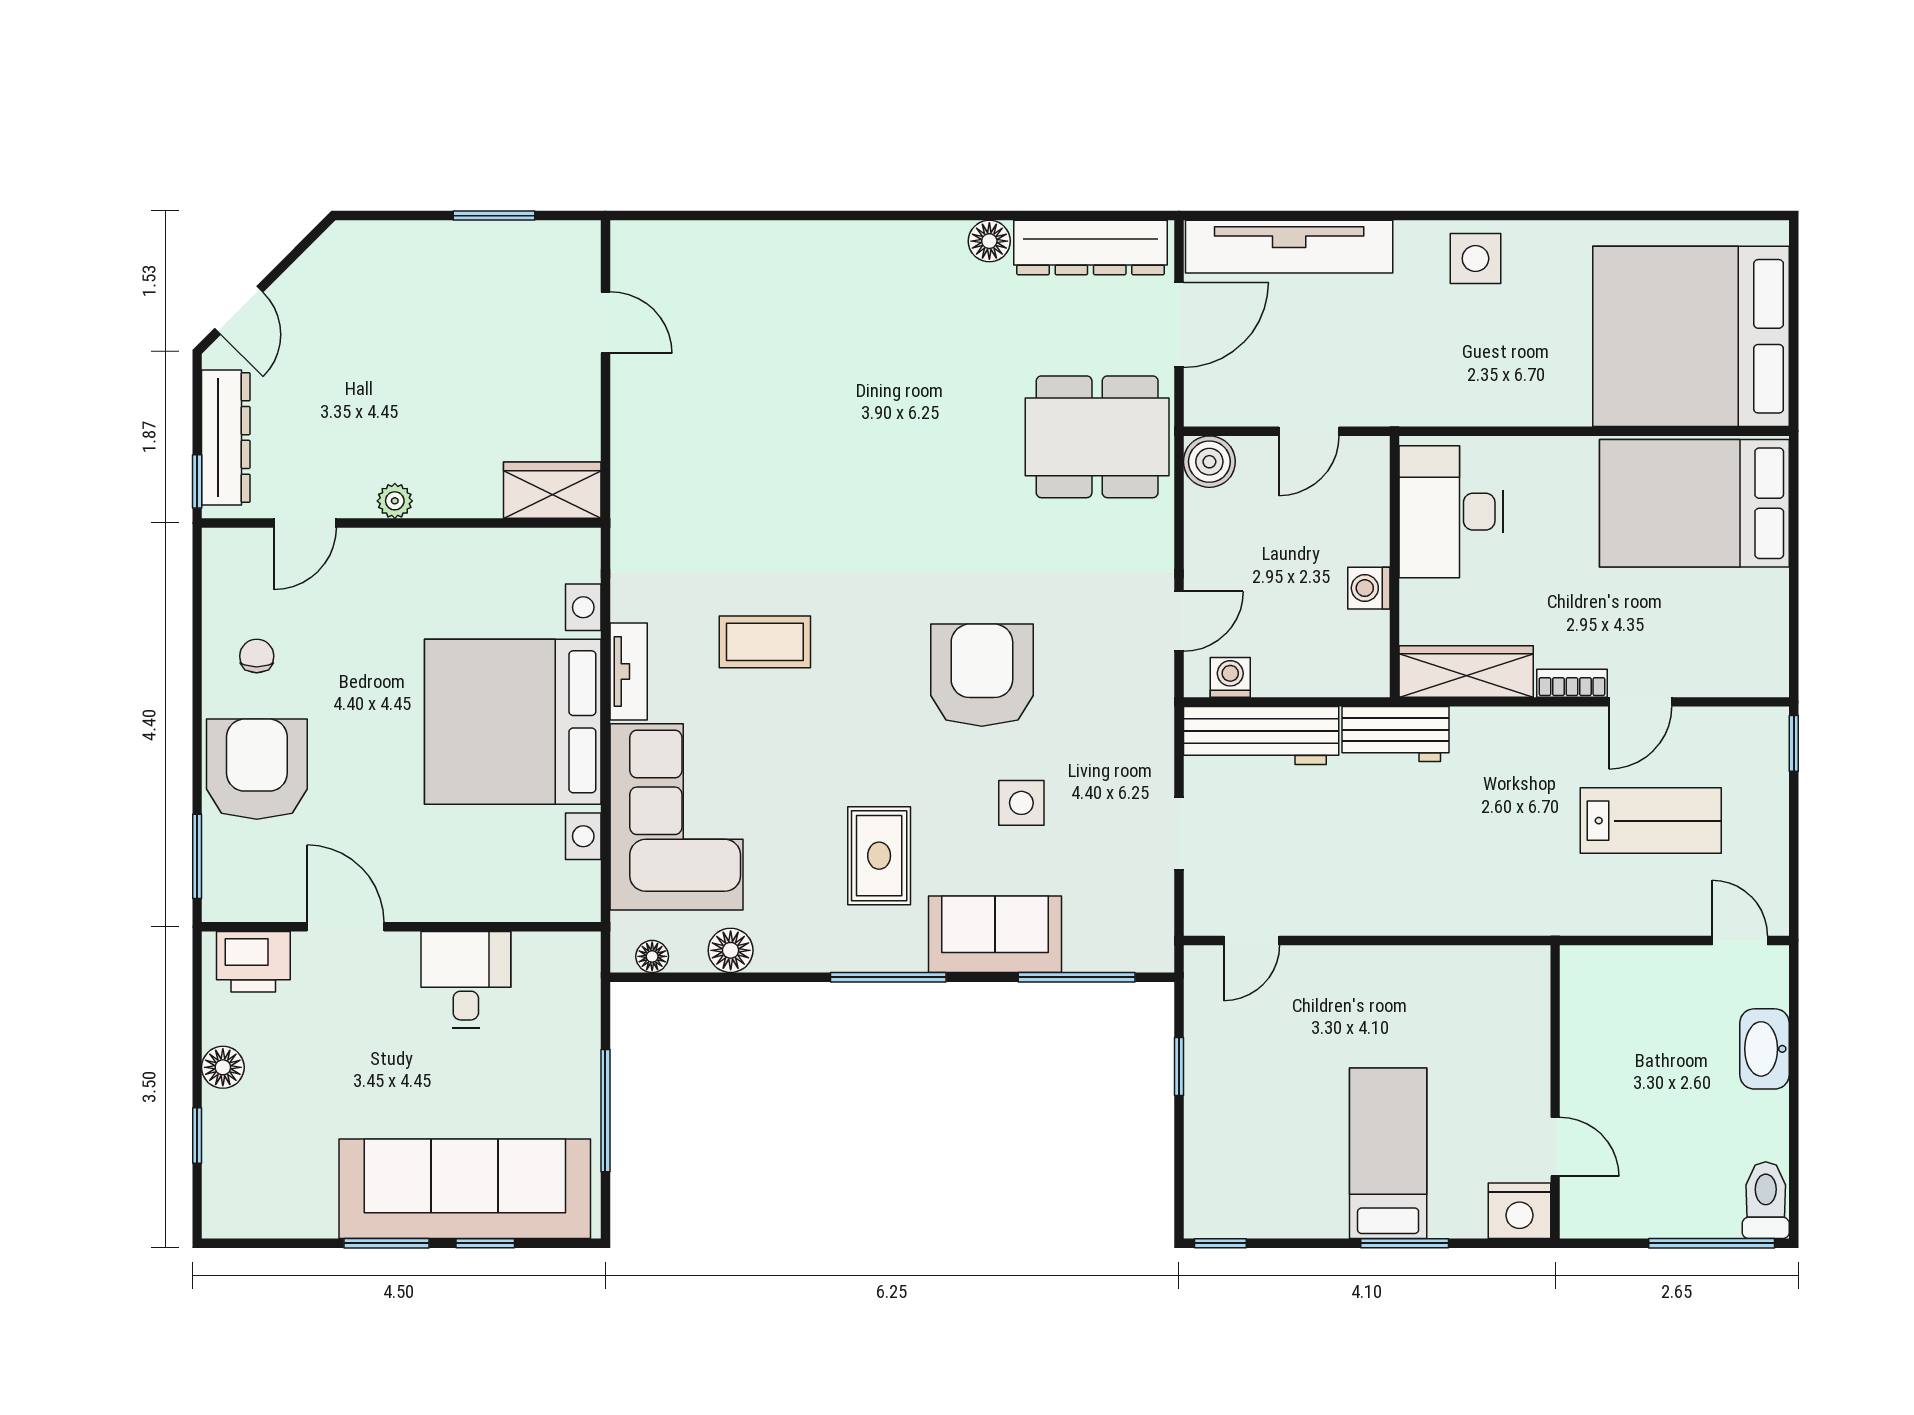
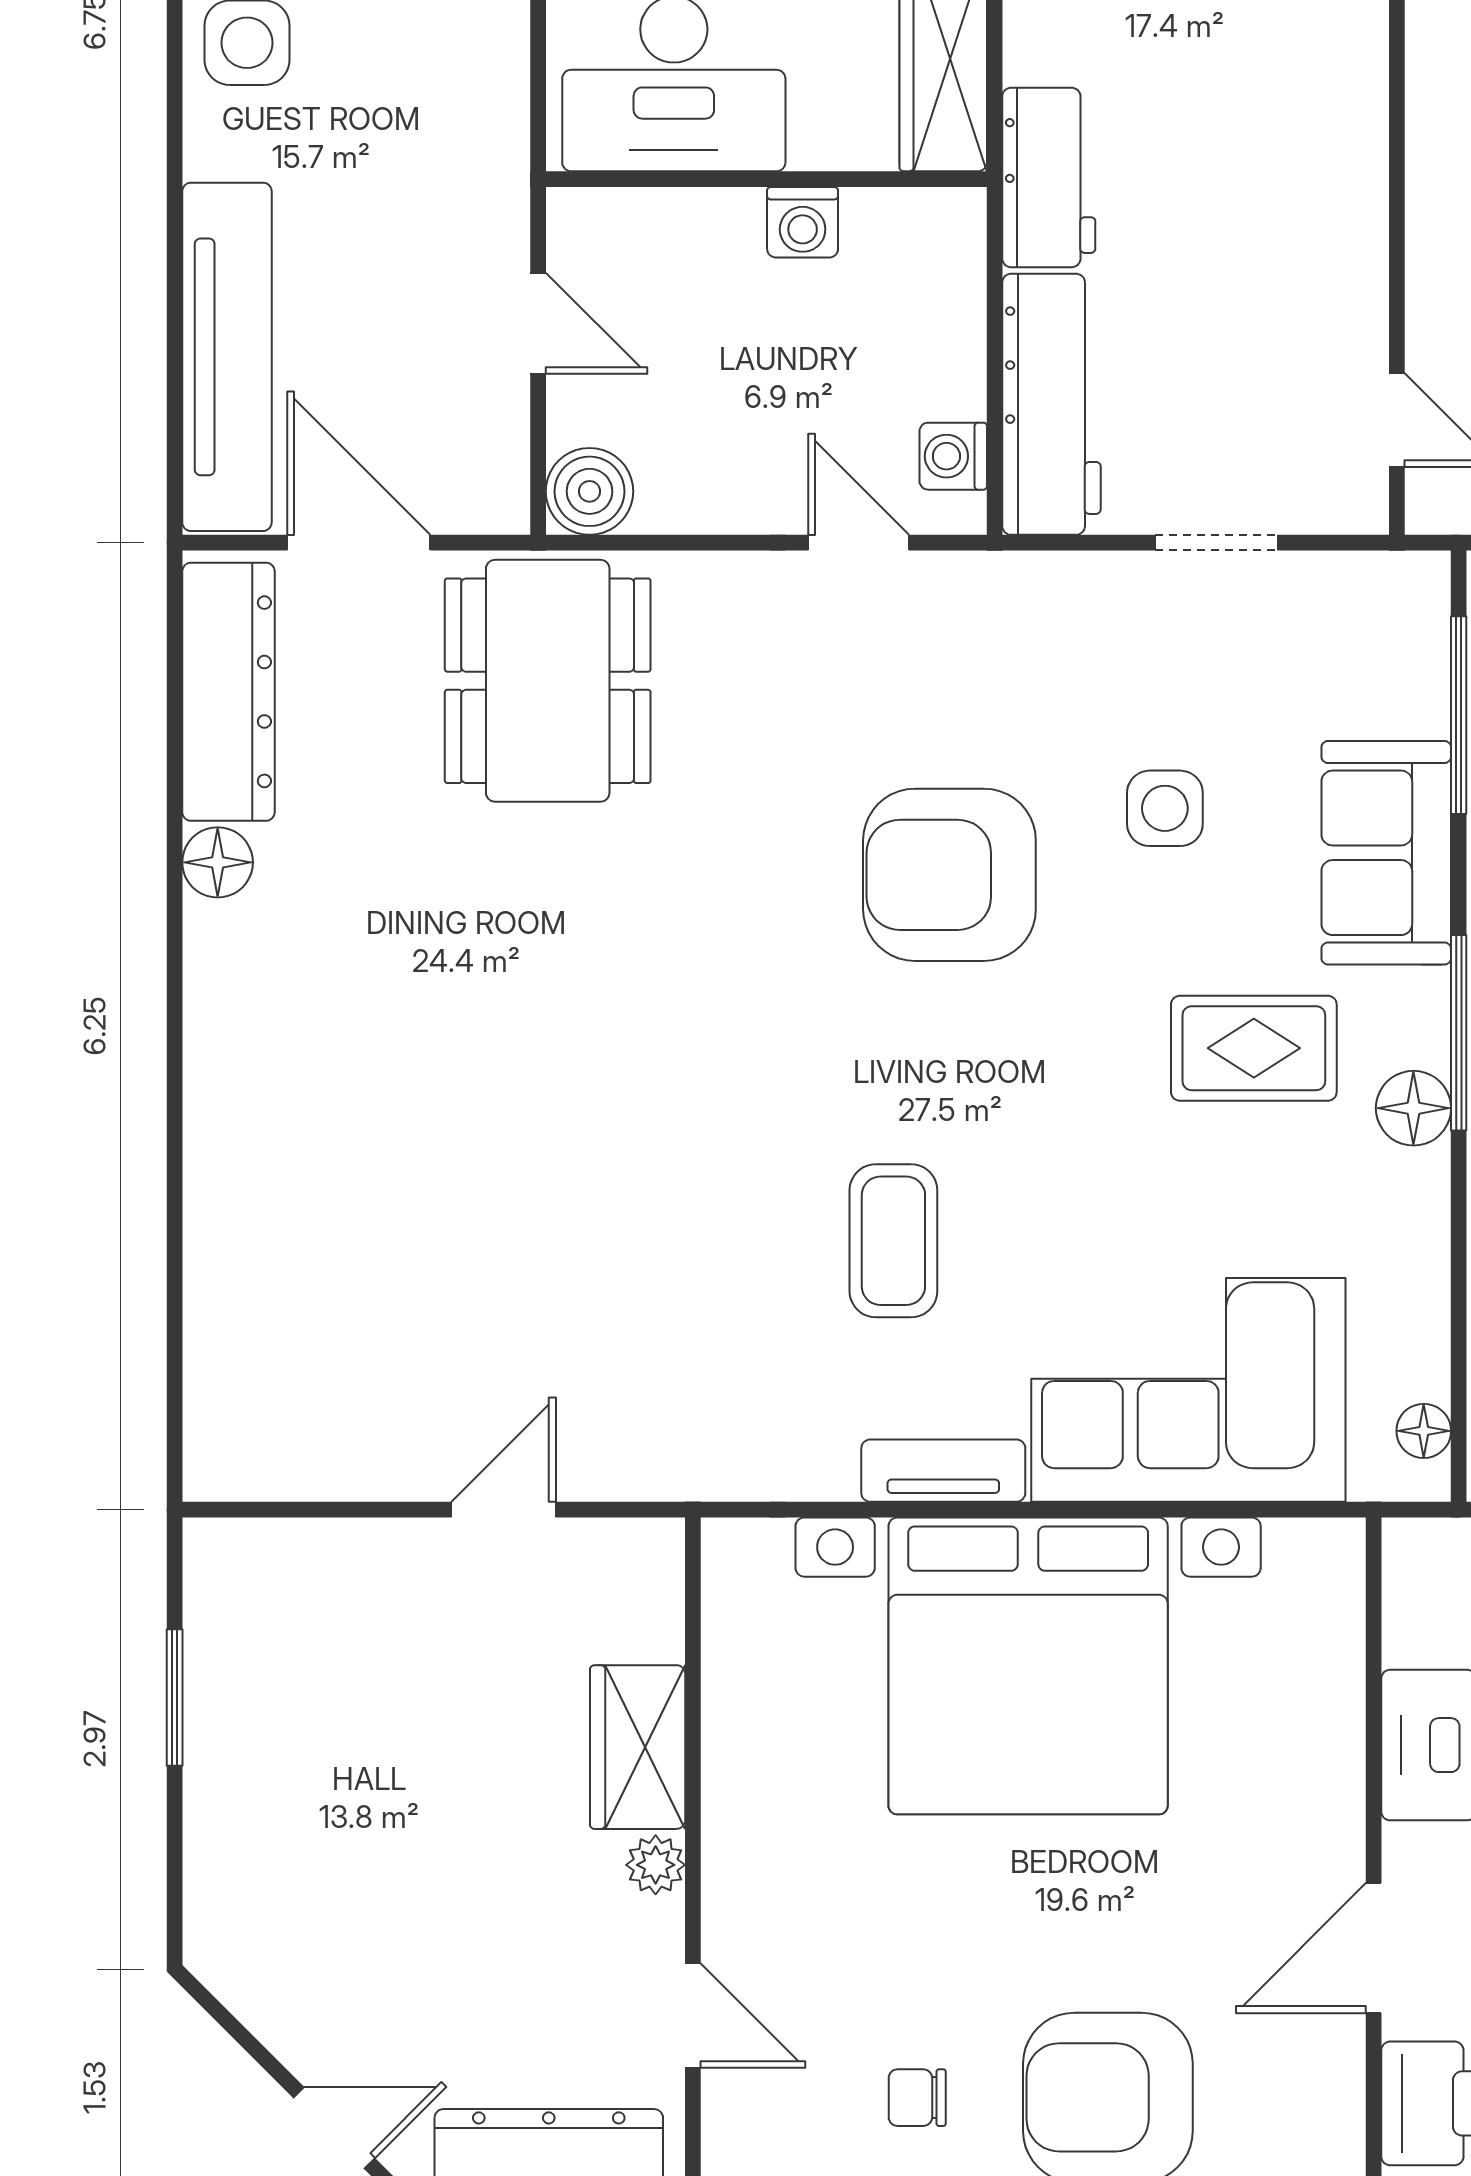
door: (605, 322) -> (504, 1510), moved
wardrobe: (552, 490) -> (638, 1747), moved
floor lamp: (731, 950) -> (1413, 1108), moved

